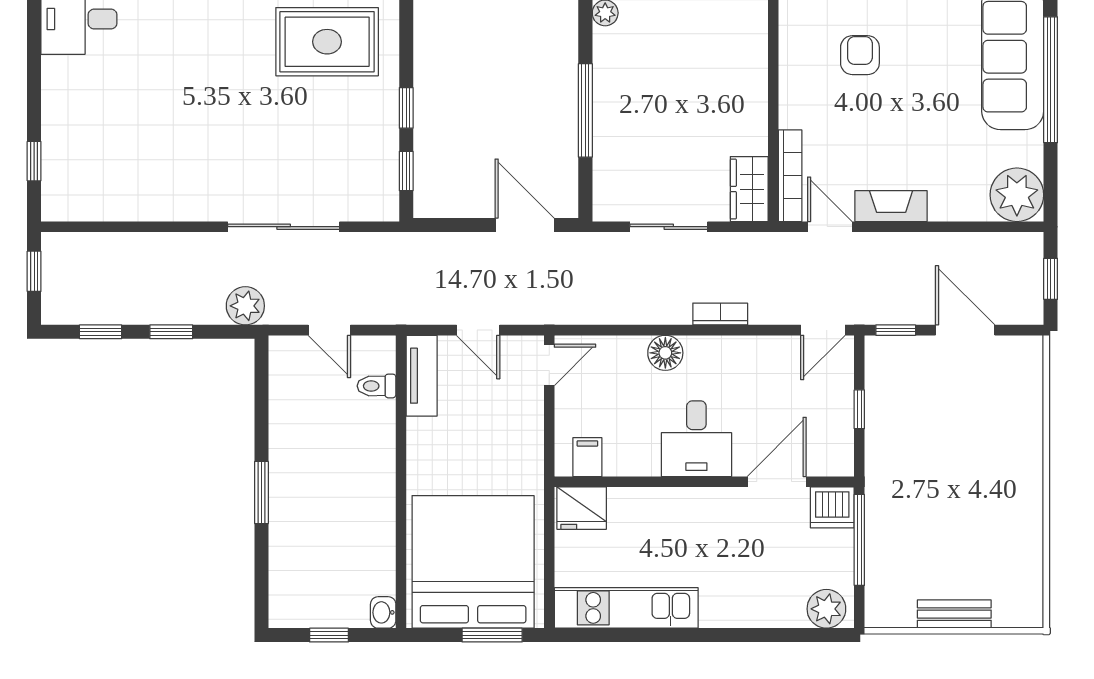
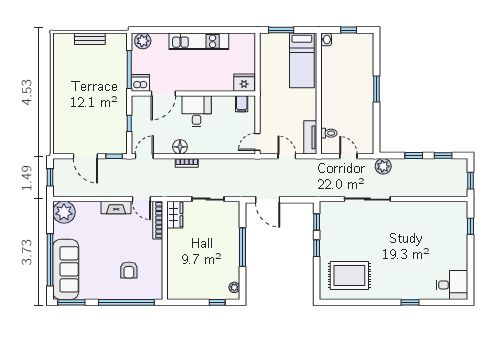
floor lamp: (665, 353) -> (180, 147), moved
bed: (473, 562) -> (302, 60), width x0.49
kitchen unit: (626, 608) -> (199, 41), moved

